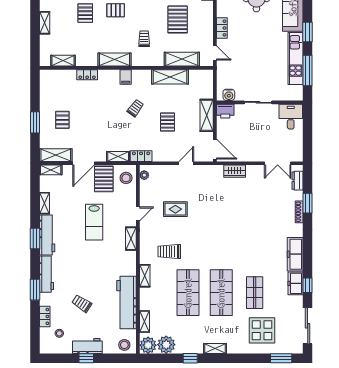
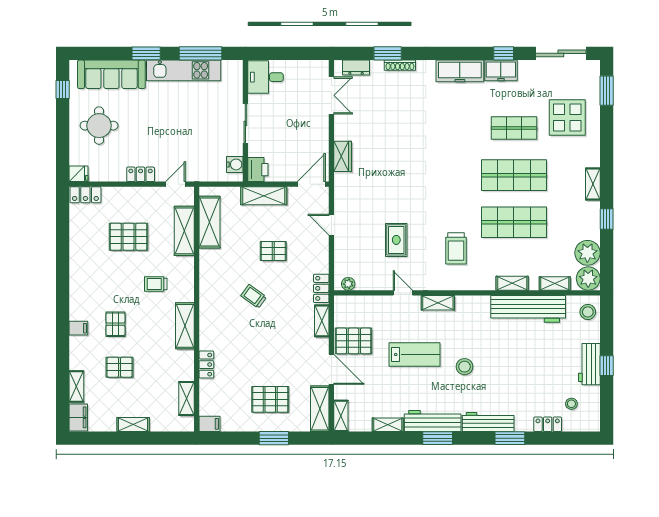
filing cabinet: (126, 77) -> (210, 424), moved
shelving: (170, 77) -> (209, 222), moved
pallet: (62, 120) -> (270, 399), width x1.50, depth x1.42
stool: (126, 178) -> (464, 367), moved
shelving: (145, 276) -> (512, 283), moved
trolley: (82, 304) -> (529, 372), removed

